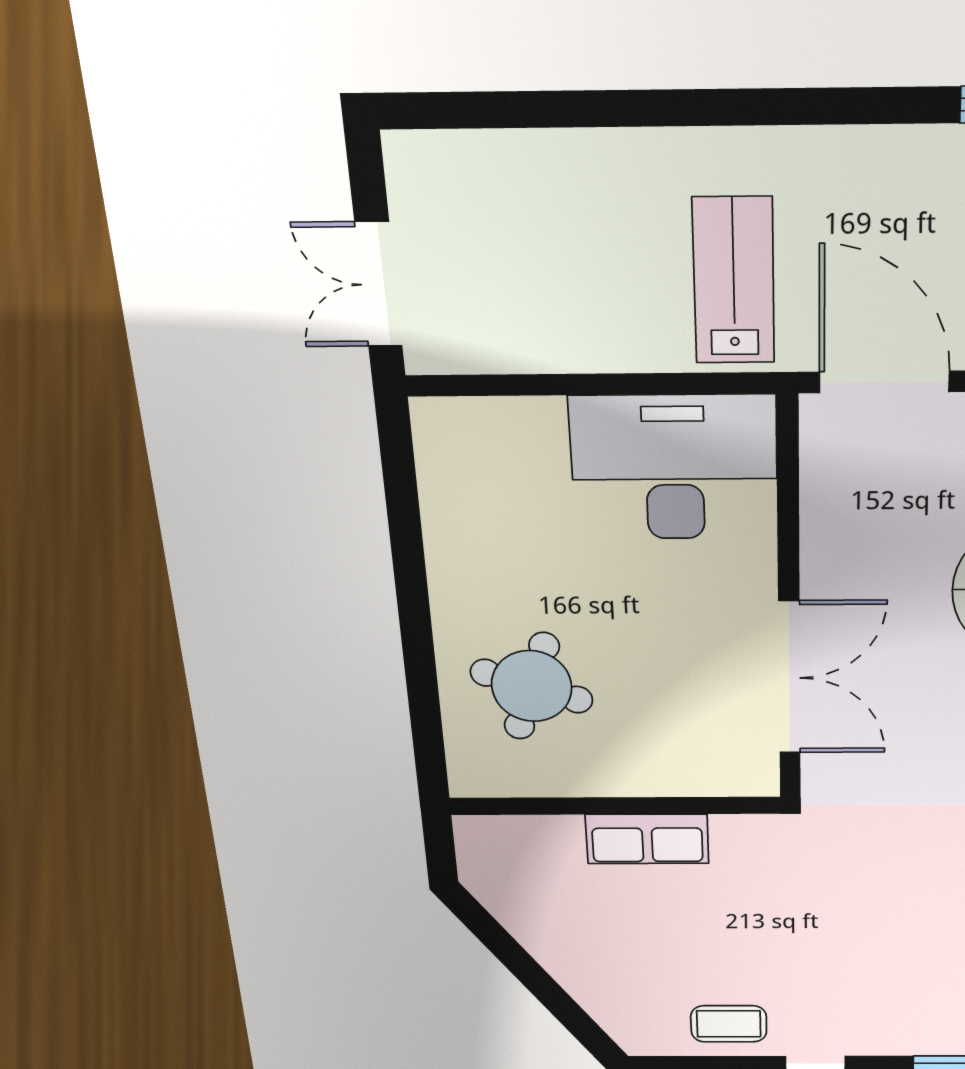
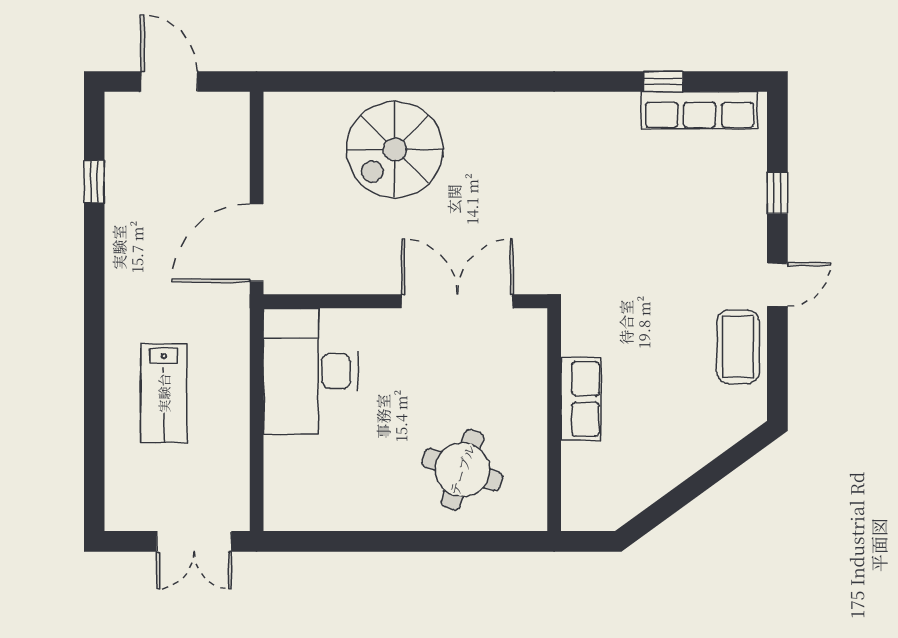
lab bench: (734, 281) -> (164, 393), moved, turned -90
coffee table: (729, 1024) -> (738, 347), width x1.36, depth x1.30

